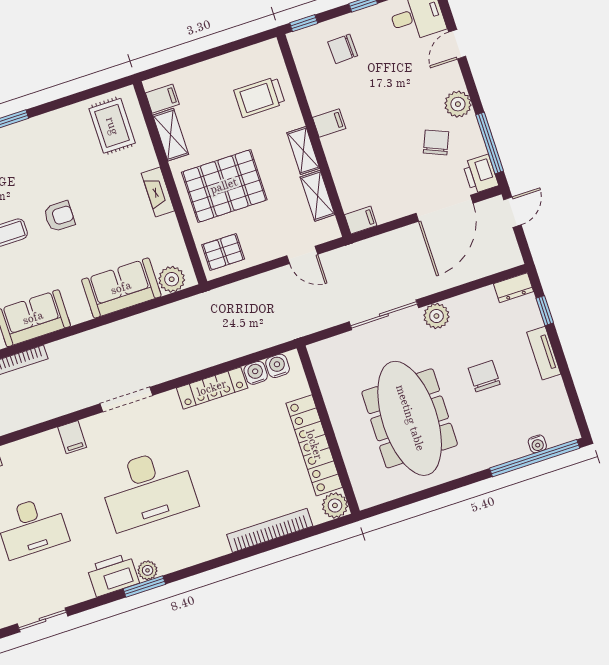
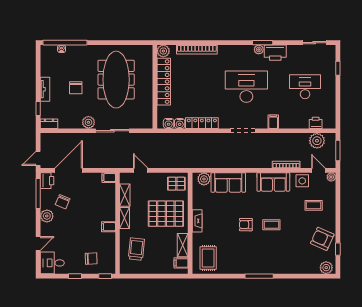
trolley: (260, 97) -> (136, 249), turned -84

